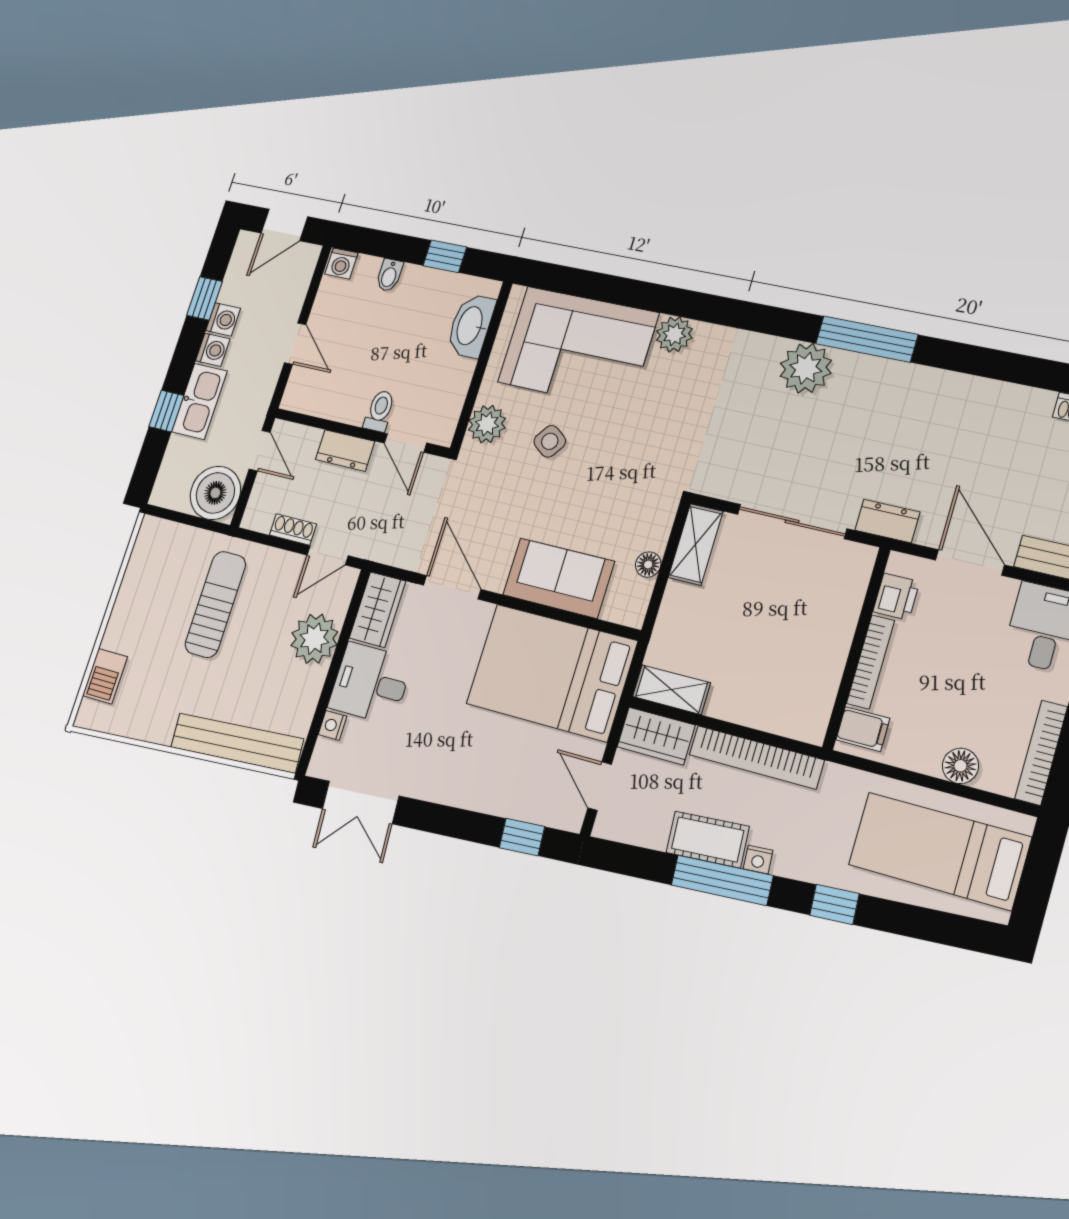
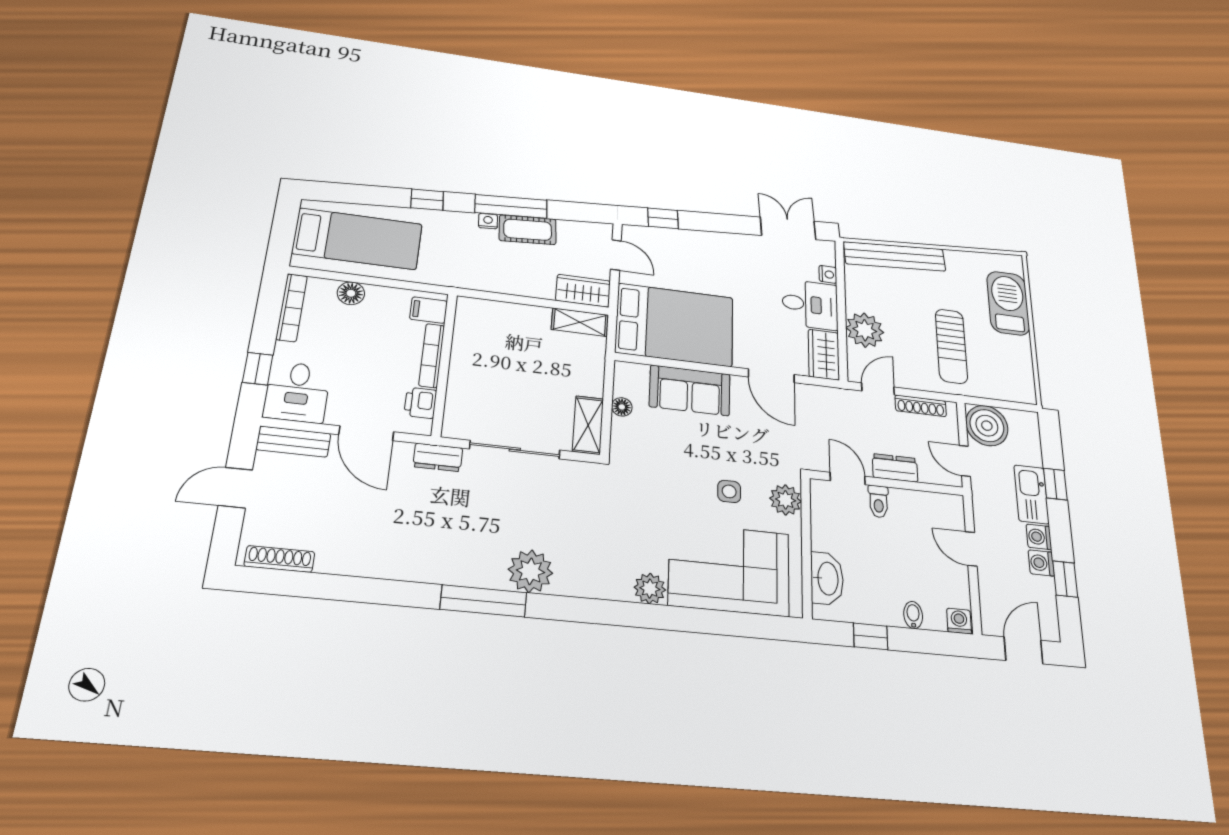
side table: (550, 441) -> (729, 491), turned -36
shoe rack: (293, 529) -> (921, 406), width x1.43
barbecue: (105, 676) -> (1008, 303), width x1.88, depth x1.53
bookcase: (756, 757) -> (504, 284), removed

